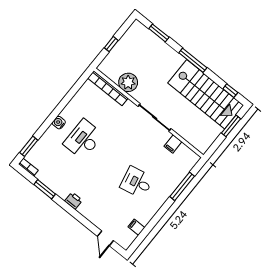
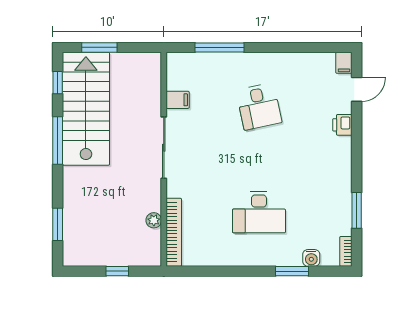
window: (193, 60) -> (58, 140), moved
plant: (128, 82) -> (154, 220), width x0.53, depth x0.53
water cooler: (59, 123) -> (311, 258), moved
window: (29, 146) -> (292, 271), moved
printer: (74, 201) -> (342, 125), moved
filing cabinet: (136, 227) -> (344, 63), moved

